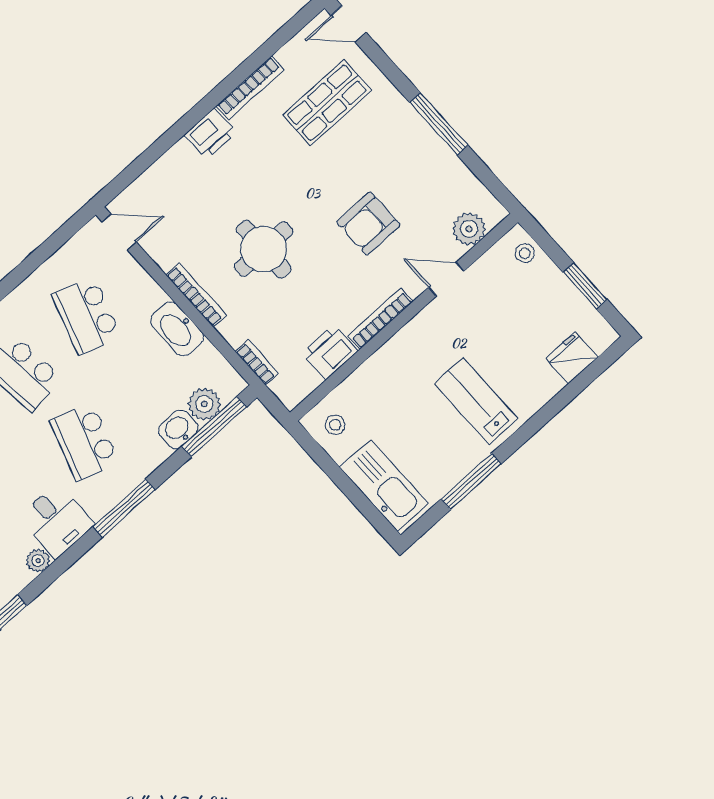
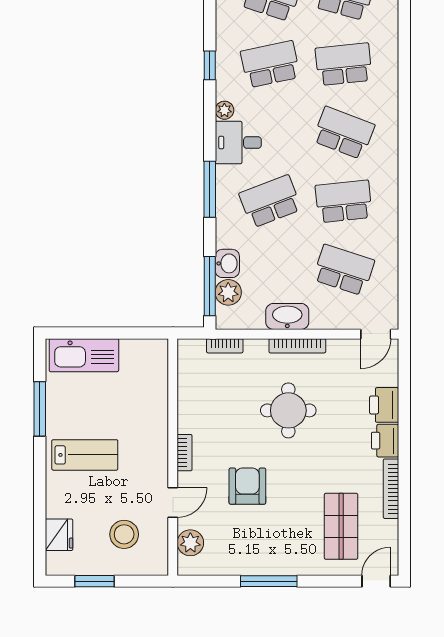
stool: (525, 253) -> (124, 534), moved, width x1.89, depth x1.89
bookcase: (380, 319) -> (185, 453), width x0.64
printer: (330, 352) -> (384, 405), moved, turned 180
stool: (335, 425) -> (146, 359), removed
school desk: (84, 442) -> (270, 201), turned -39

